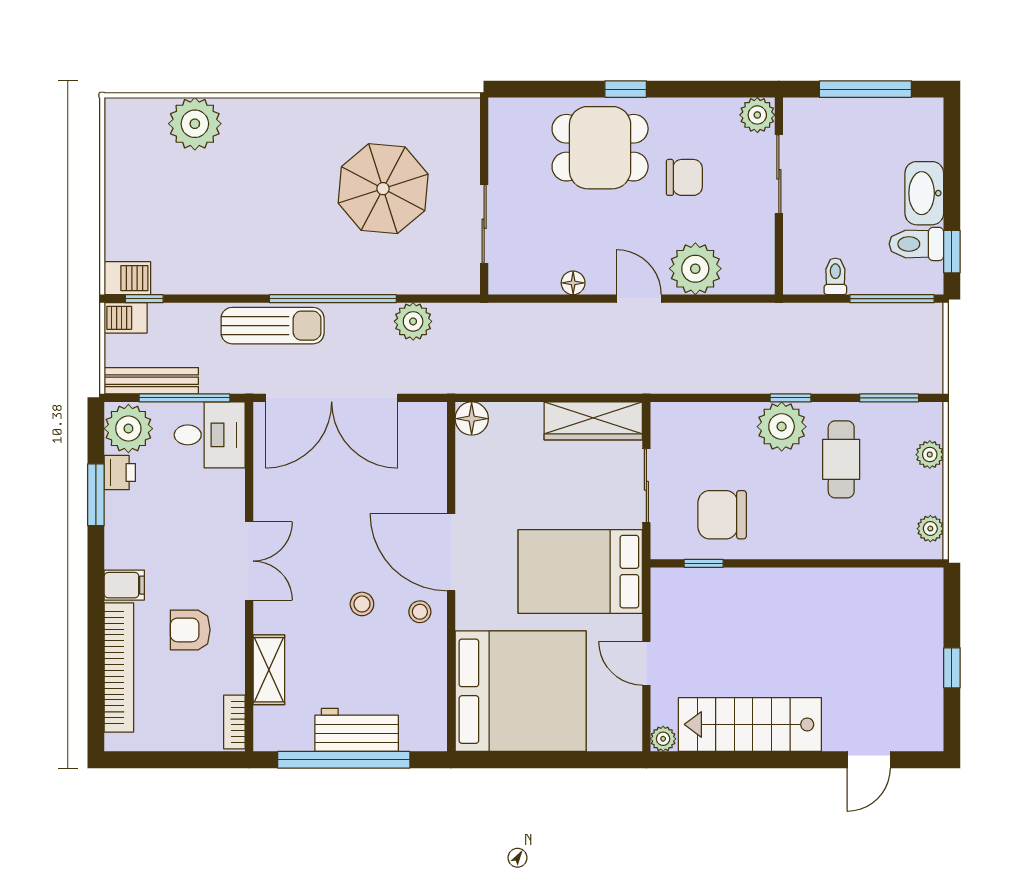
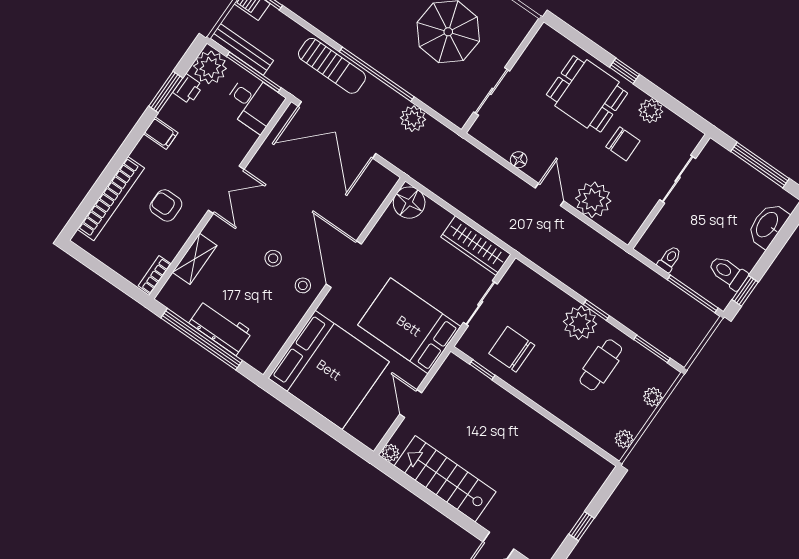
plant: (757, 115) -> (651, 111), moved
washbasin: (924, 193) -> (768, 225), moved
floor lamp: (472, 419) -> (409, 203), width x1.38, depth x1.38
filing cabinet: (124, 585) -> (161, 133), moved

